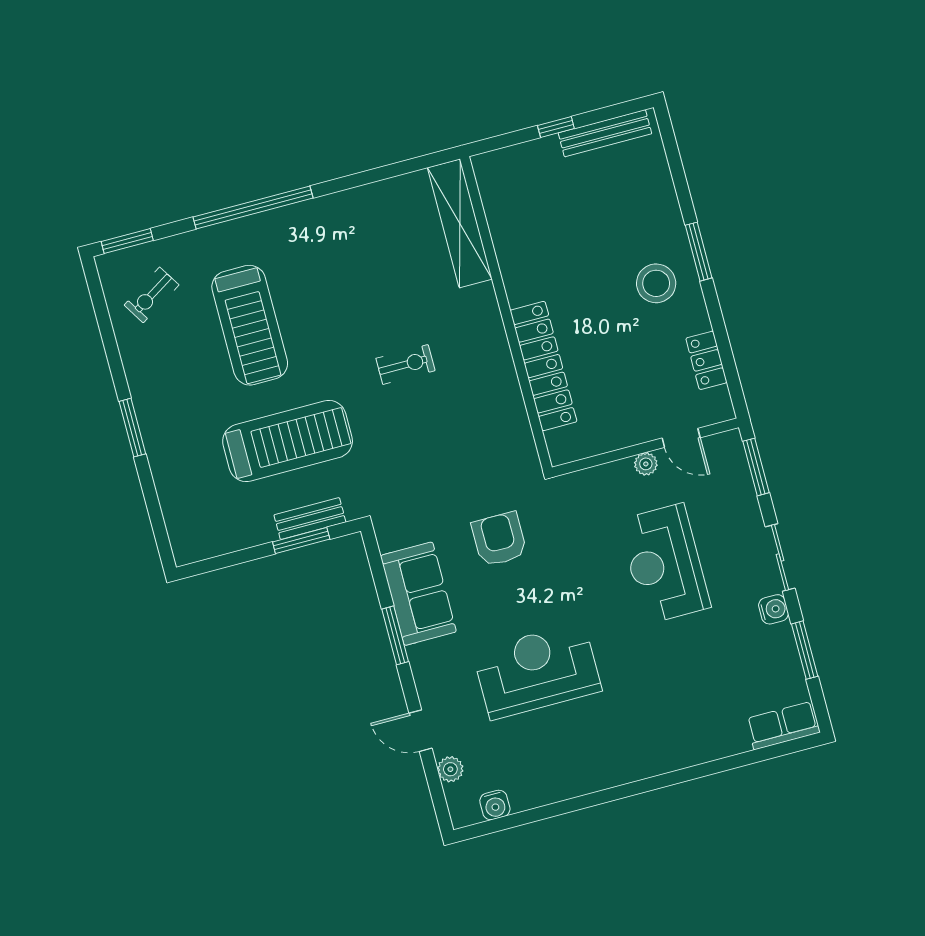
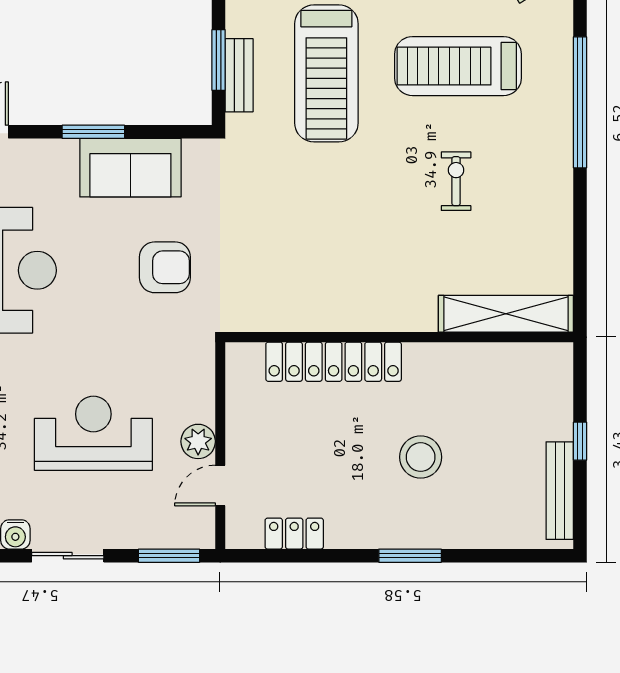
stool: (656, 283) -> (421, 457), moved
exercise bike: (406, 364) -> (456, 181), moved, turned 180
plant: (646, 464) -> (198, 441), width x1.38, depth x1.38

